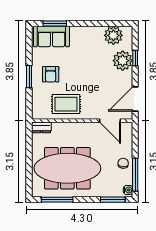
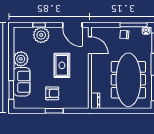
plant: (113, 35) -> (21, 59), moved
sofa: (51, 36) -> (22, 82), moved
rug: (66, 104) -> (62, 65), moved
door: (110, 121) -> (90, 45), hinge flipped

